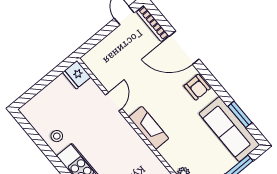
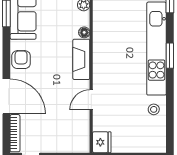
floor lamp: (165, 151) -> (84, 32), added

